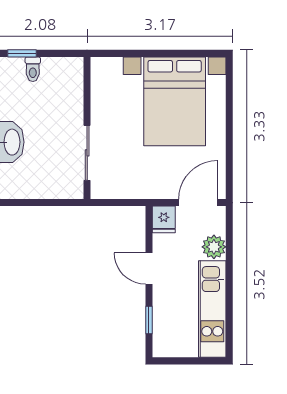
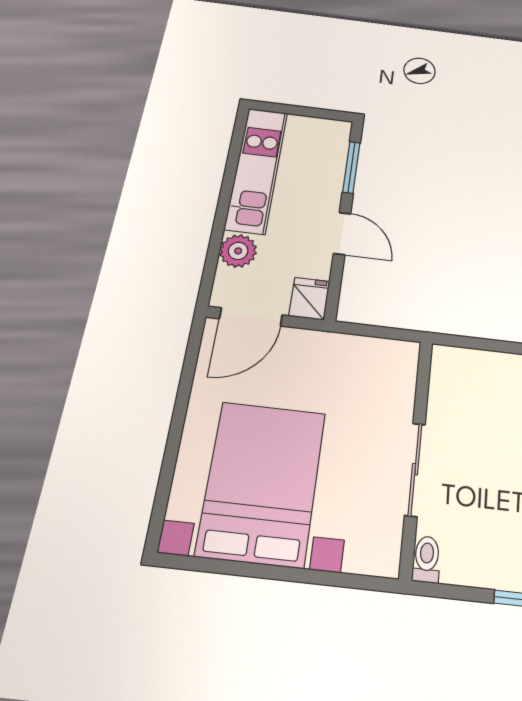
toilet: (33, 69) -> (427, 559), moved
sliding door: (87, 153) -> (415, 469), moved
window: (149, 320) -> (351, 167), width x1.50

